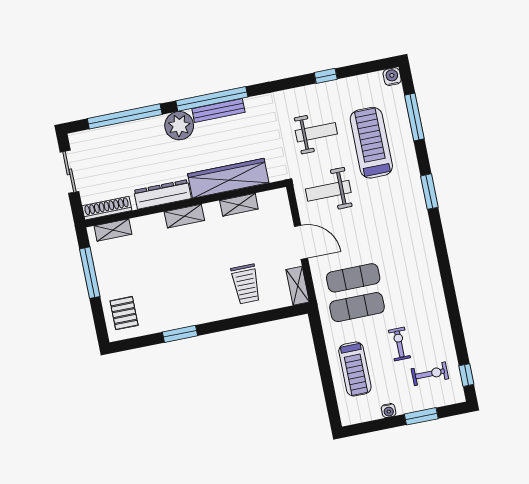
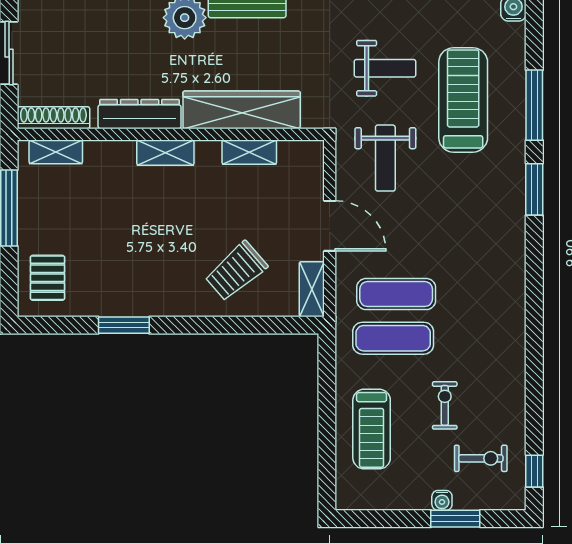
window: (414, 117) -> (534, 105), moved
weight bench: (328, 191) -> (385, 158), turned -90
trolley: (246, 284) -> (236, 271), turned 49
water cooler: (389, 411) -> (442, 500), moved

